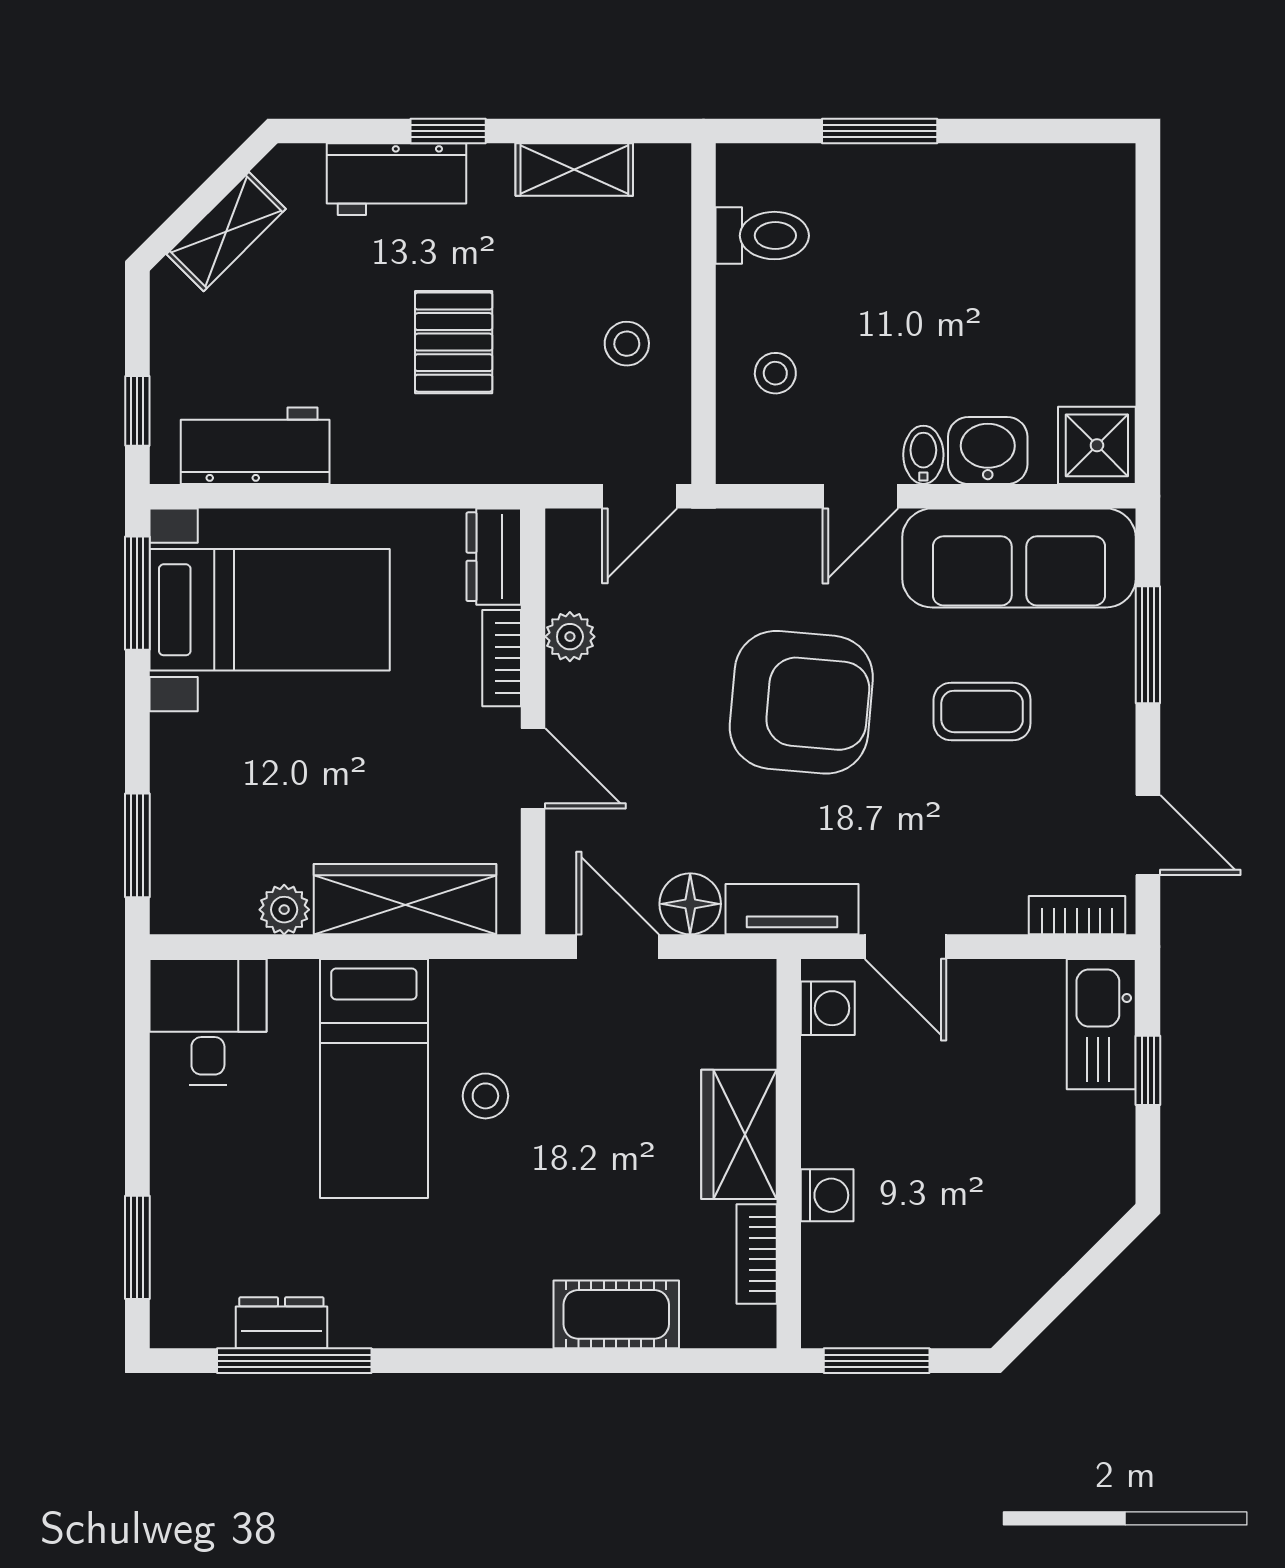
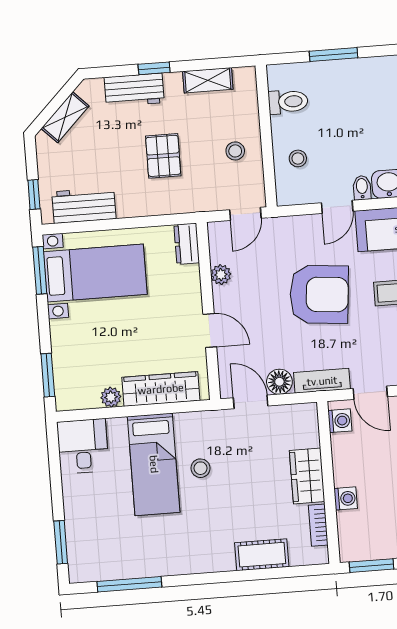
bookcase: (502, 658) -> (193, 286), removed
dresser: (281, 1323) -> (123, 569), removed

